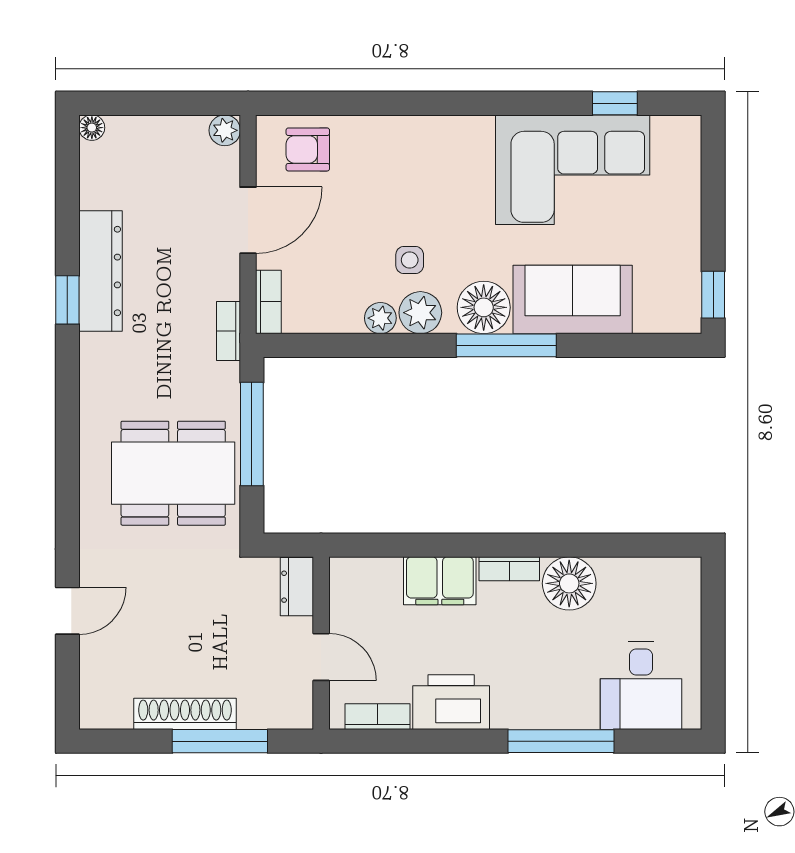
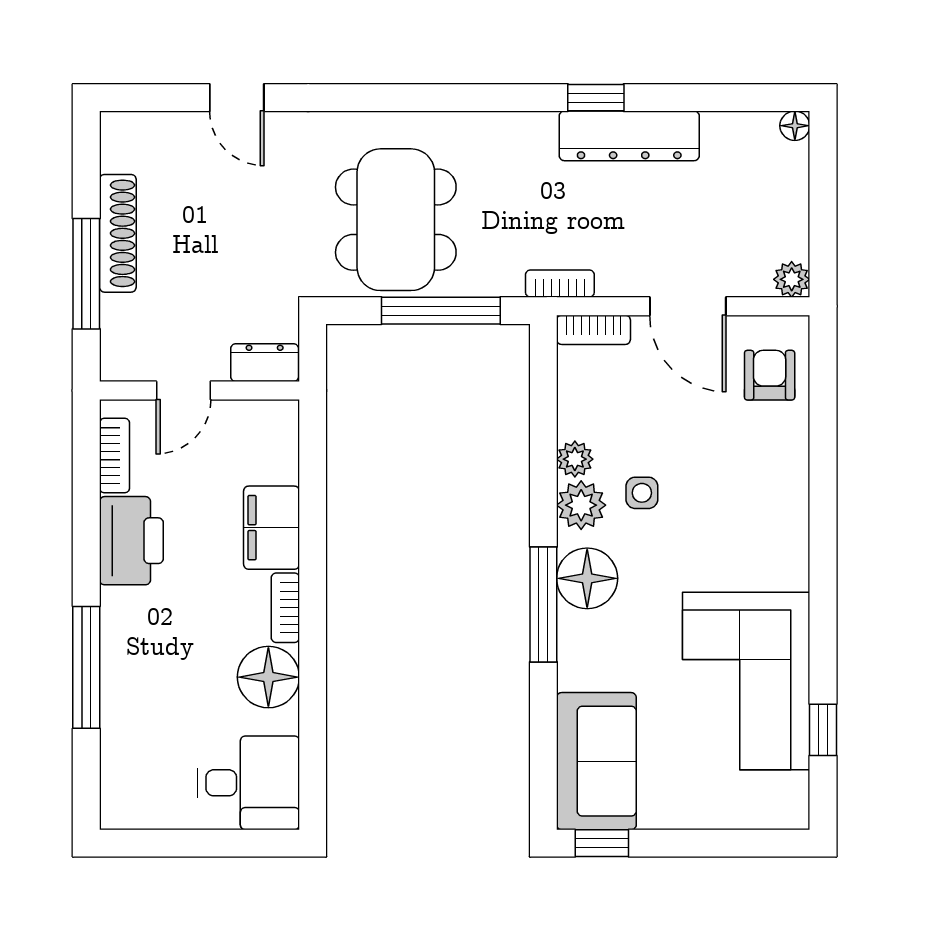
sofa: (573, 299) -> (596, 761), moved
desk: (641, 686) -> (249, 783), moved, turned 180

